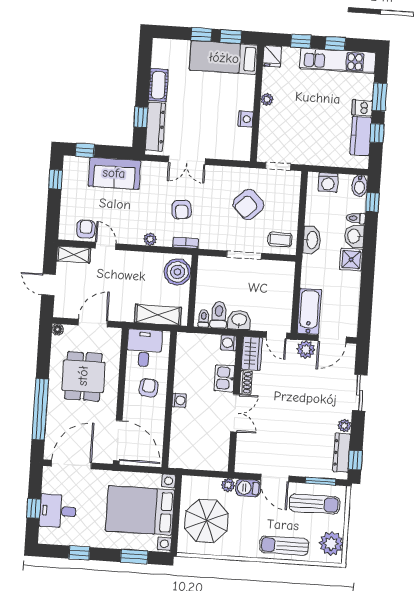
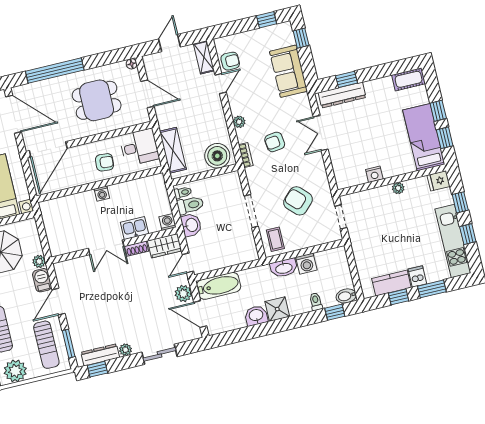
cot: (158, 85) -> (409, 79), moved
washing machine: (328, 182) -> (306, 264), moved, turned -90
washbasin: (354, 236) -> (256, 316), moved

